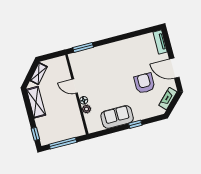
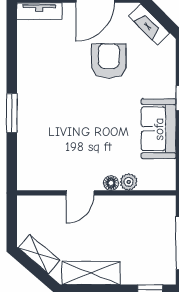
window: (83, 47) -> (12, 113), moved
armchair: (144, 83) -> (109, 61), turned 90

